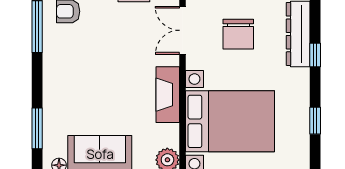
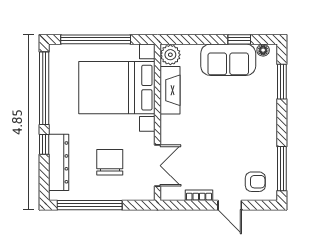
fireplace: (168, 95) -> (170, 90), moved
window: (315, 121) -> (44, 88), width x3.17

